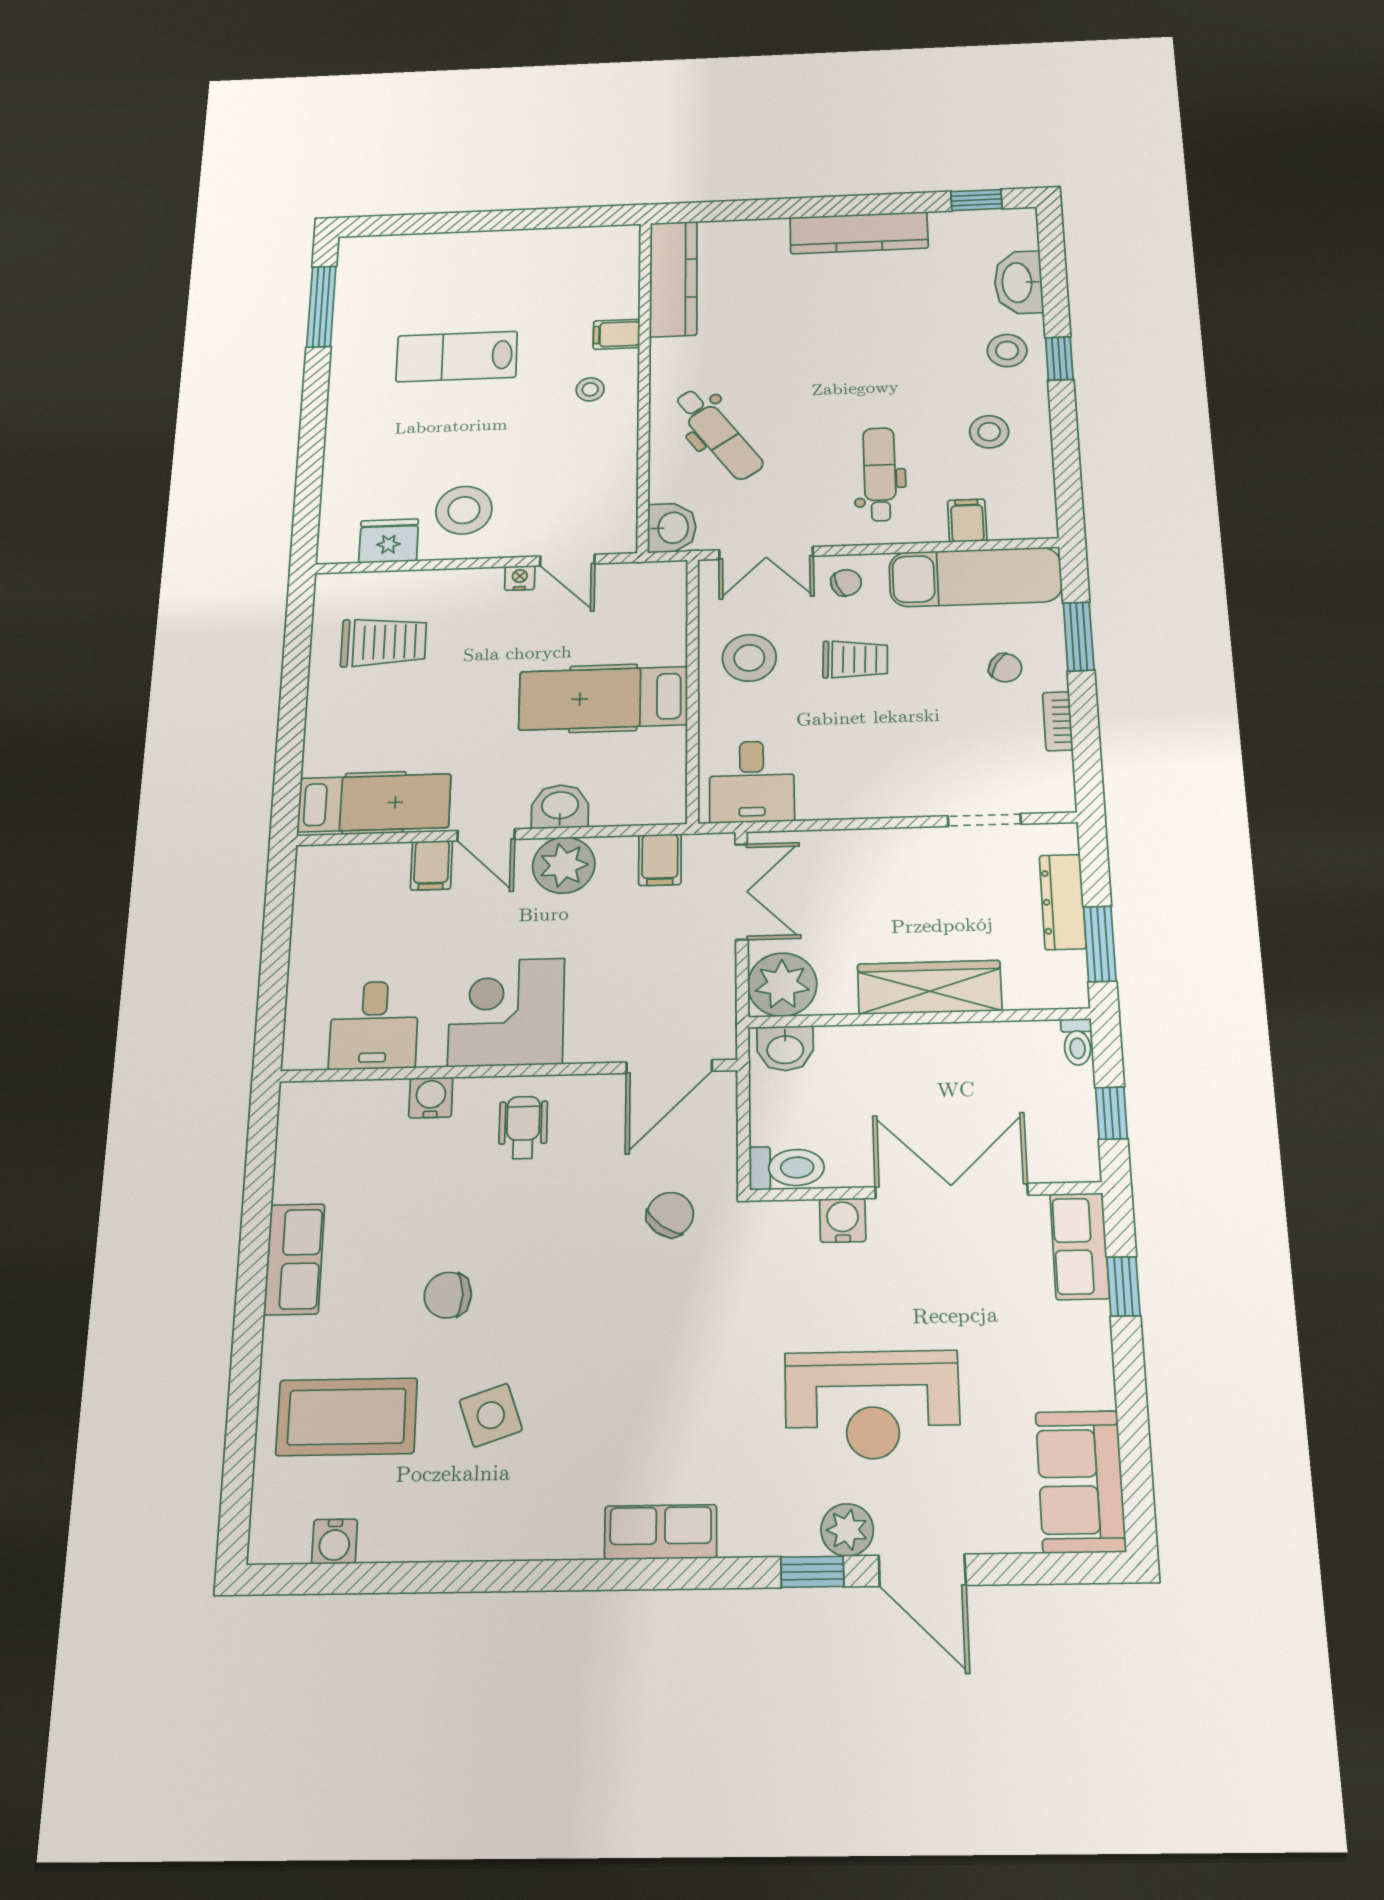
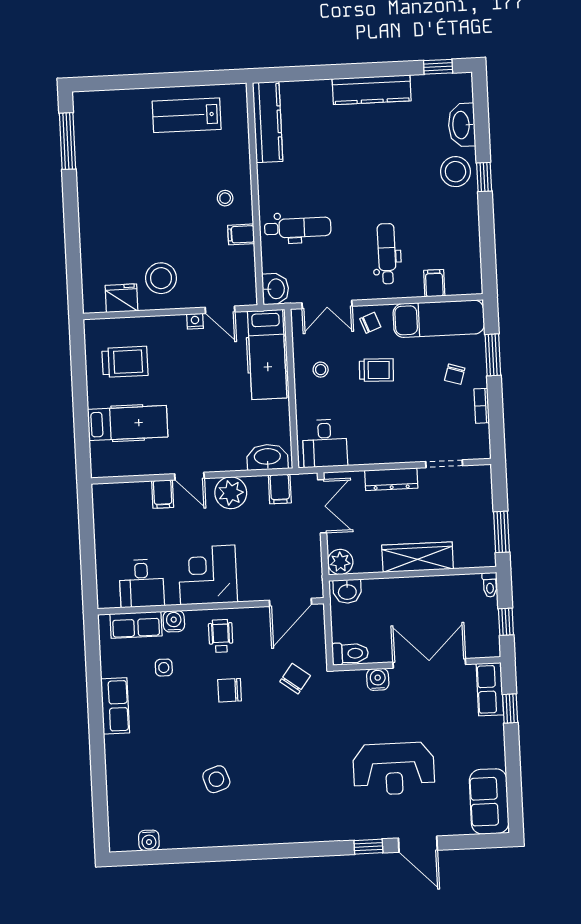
filing cabinet: (617, 334) -> (241, 234), moved
stool: (1007, 351) -> (455, 172), width x1.38, depth x1.38
lab bench: (457, 356) -> (187, 115), moved
stool: (989, 432) -> (446, 226), removed
dental chair: (718, 434) -> (298, 228), turned -55
stool: (749, 658) -> (321, 370), width x0.53, depth x0.53
chair: (1005, 668) -> (455, 374), turned 77
hospital bed: (603, 698) -> (267, 354), moved, turned -90
hospital bed: (374, 803) -> (128, 423), moved
washbasin: (560, 807) -> (267, 457), moved, width x1.38
dresser: (1063, 902) -> (391, 479), moved, turned -90
plant: (782, 985) -> (340, 562), width x0.73, depth x0.73
side table: (402, 1186) -> (164, 668), added
chair: (448, 1295) -> (230, 690), moved
coffee table: (347, 1417) -> (149, 782), removed
plant: (847, 1530) -> (384, 827), removed
row of seats: (661, 1532) -> (136, 625), moved, turned 180

